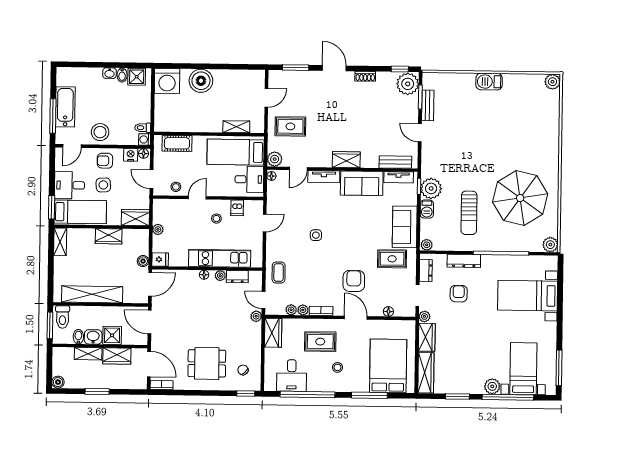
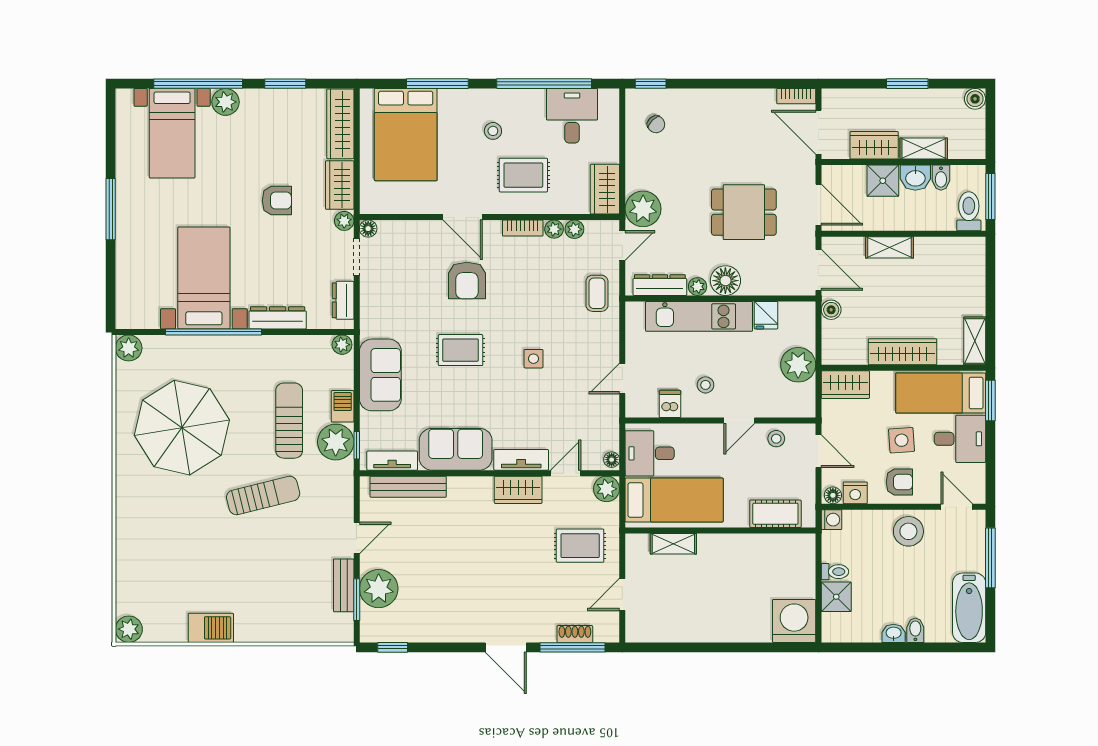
window: (296, 68) -> (572, 647), width x1.44
bidet: (122, 75) -> (915, 630), moved
shoe rack: (365, 76) -> (575, 634), moved
shower: (137, 77) -> (836, 597), moved
boiler: (201, 81) -> (736, 622), removed
barbecue: (489, 82) -> (211, 628), moved
plant: (408, 84) -> (379, 589), moved
bathtub: (65, 107) -> (969, 608), moved
toilet: (143, 128) -> (835, 572), moved
door: (420, 133) -> (357, 538), hinge flipped
door: (72, 146) -> (957, 507), hinge flipped
sun lounger: (474, 158) -> (263, 495), added
wardrobe: (346, 160) -> (518, 490), moved
bench: (395, 162) -> (408, 487), width x1.36
sun lounger: (469, 213) -> (289, 421), moved
plant: (158, 229) -> (798, 365), width x1.88, depth x1.88
wardrobe: (109, 236) -> (903, 352), width x1.50
fridge: (160, 259) -> (766, 315), moved, turned -90
rug: (392, 259) -> (461, 350), moved
floor lamp: (204, 275) -> (725, 281), width x1.89, depth x1.89
dresser: (237, 277) -> (660, 285), width x1.44
door: (150, 284) -> (818, 270), swing flipped
shelving: (92, 294) -> (890, 247), width x0.45, depth x0.75
armchair: (459, 294) -> (277, 201), moved, turned -90
bed with nightstands: (528, 296) -> (204, 278), moved, turned -90
door: (264, 300) -> (622, 246), hinge flipped
floor lamp: (388, 312) -> (368, 229), moved
plant: (256, 316) -> (643, 209), width x1.88, depth x1.88
dining table: (207, 363) -> (744, 212), moved
window: (559, 368) -> (111, 209), moved

